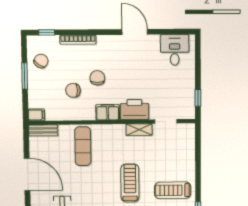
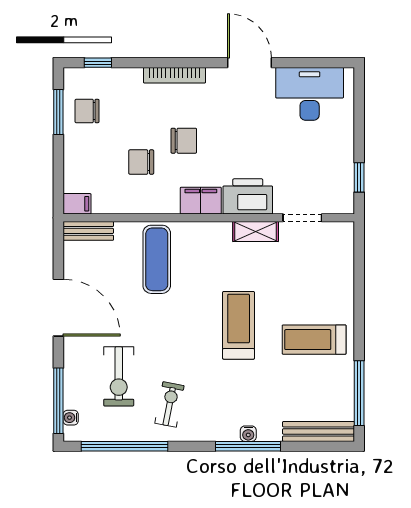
bookcase: (78, 40) -> (174, 75), moved
desk: (175, 50) -> (310, 94), width x1.37
chair: (41, 61) -> (87, 111), turned -122
window: (25, 76) -> (58, 112), moved
chair: (97, 78) -> (184, 141), turned 90

